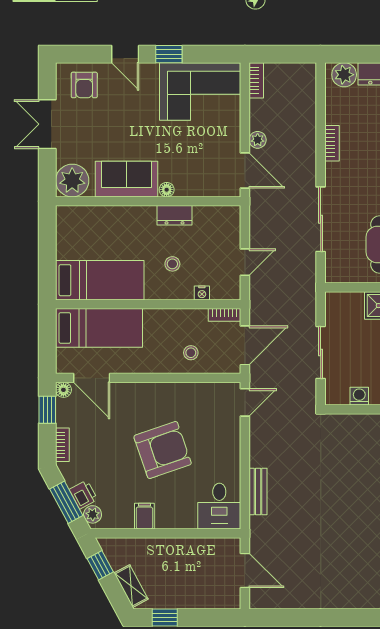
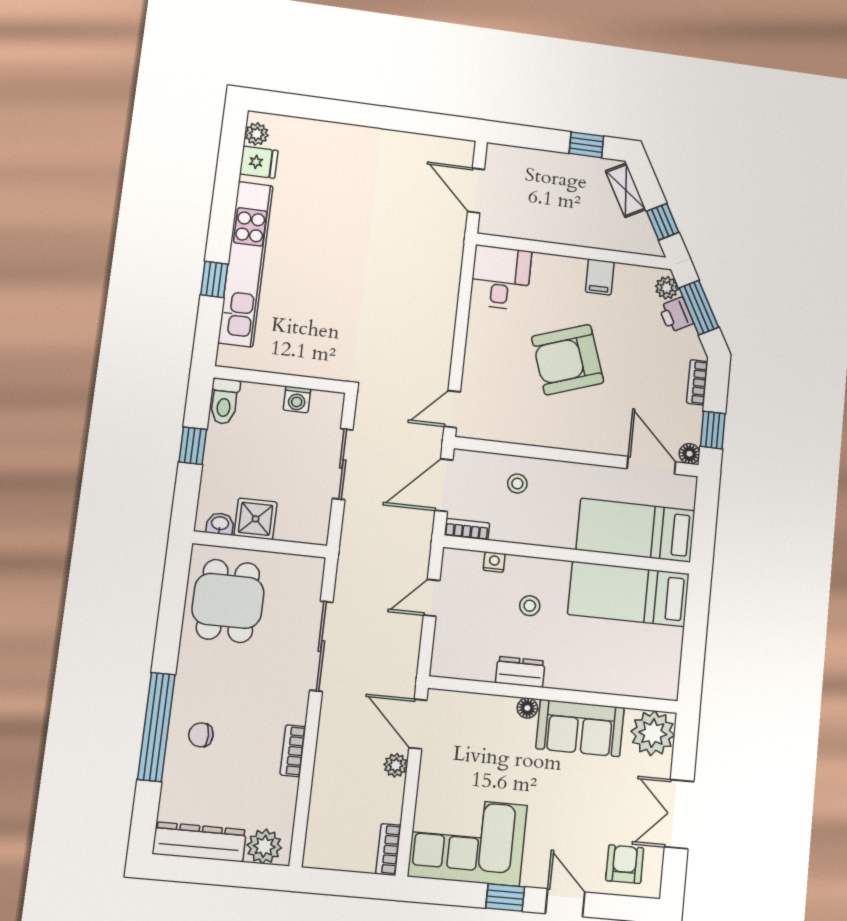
double door: (47, 124) -> (679, 814), swing flipped
bench: (258, 491) -> (448, 290), removed

